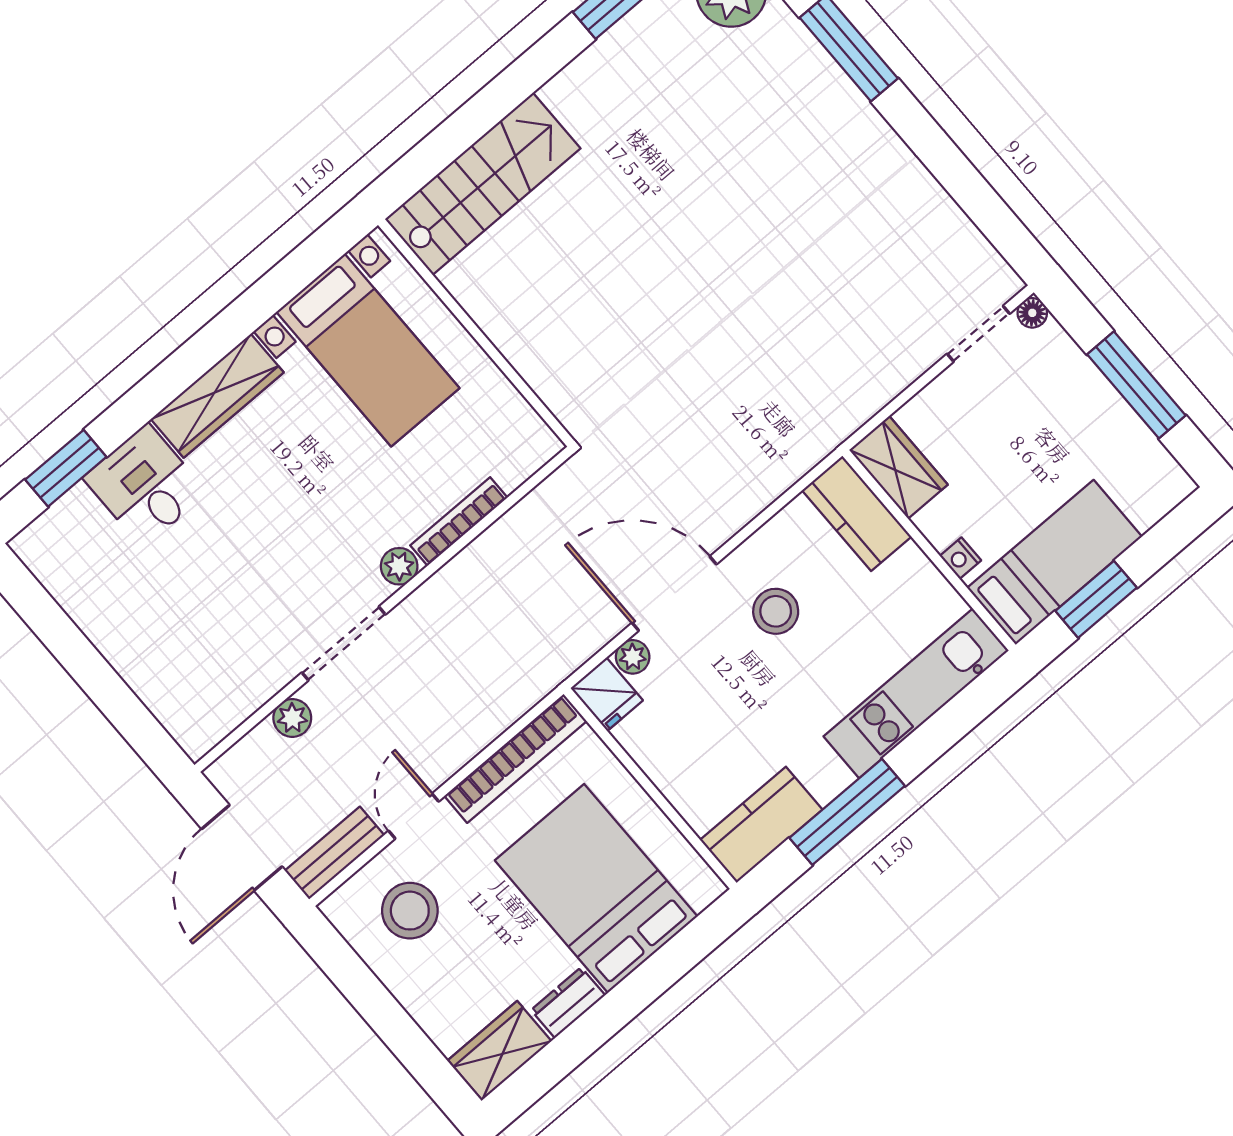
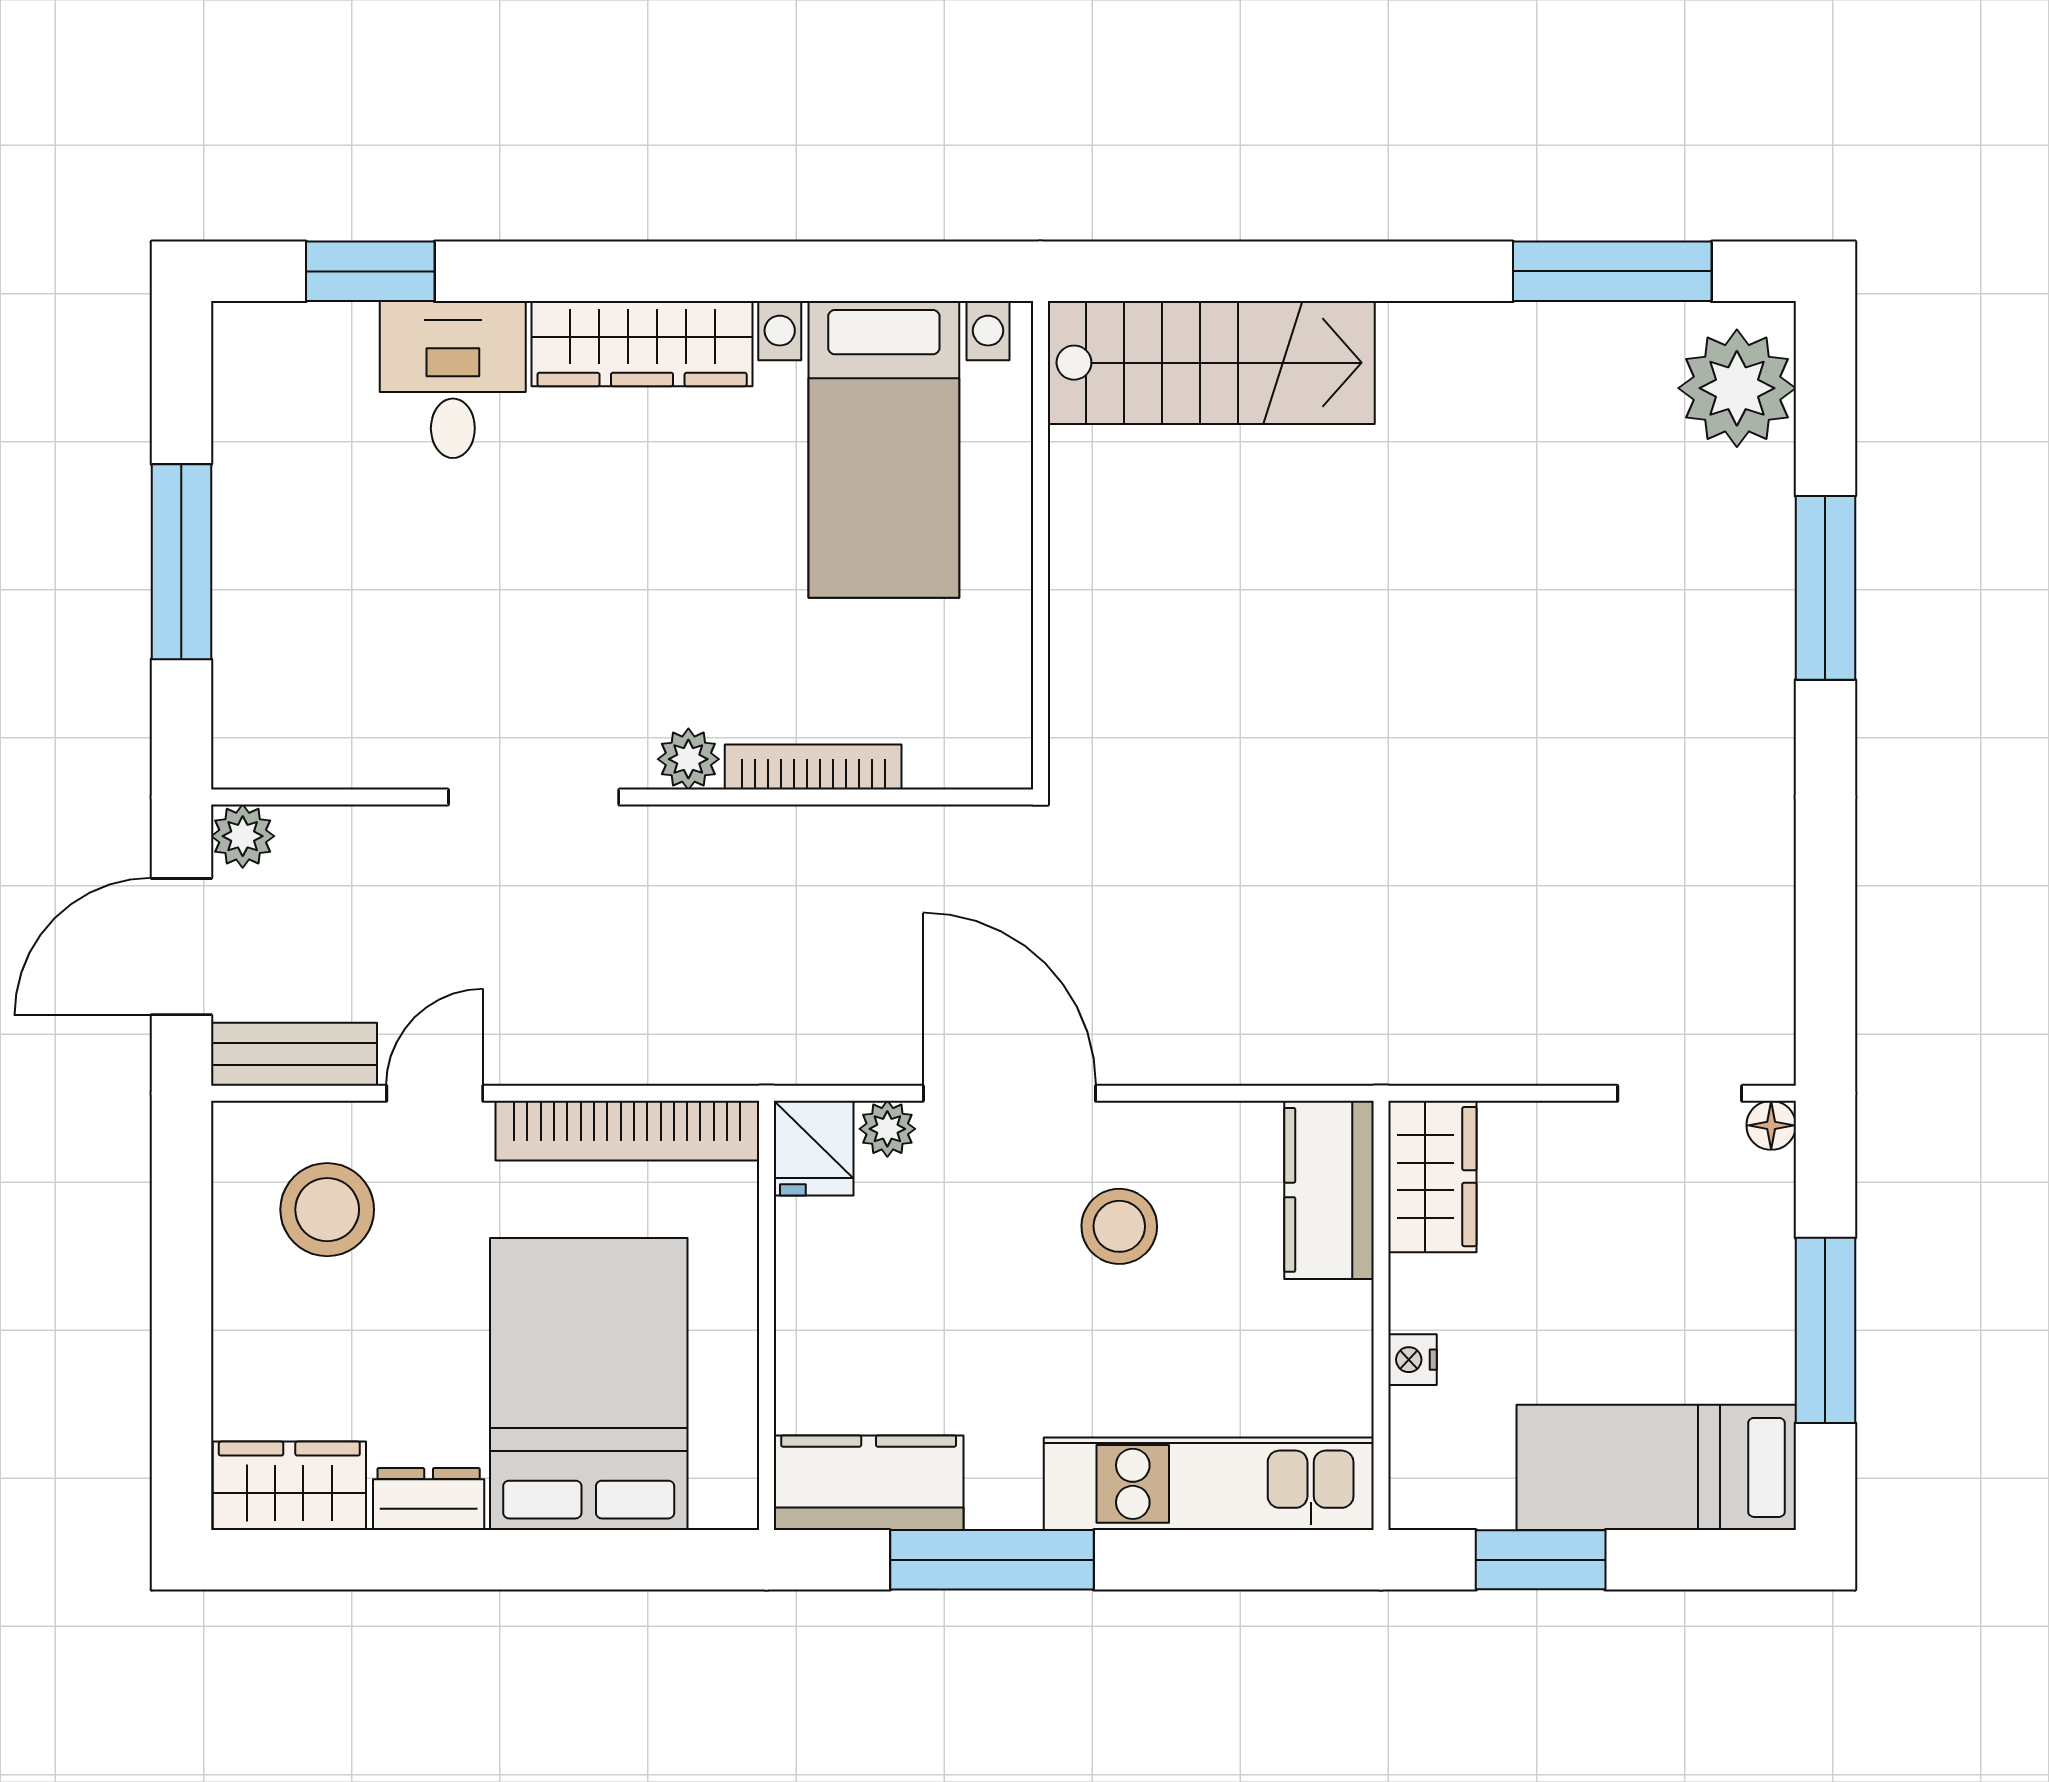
bed: (1055, 562) -> (1656, 1467), moved, turned 180
window: (93, 673) -> (181, 562), added
plant: (292, 718) -> (243, 836), moved

